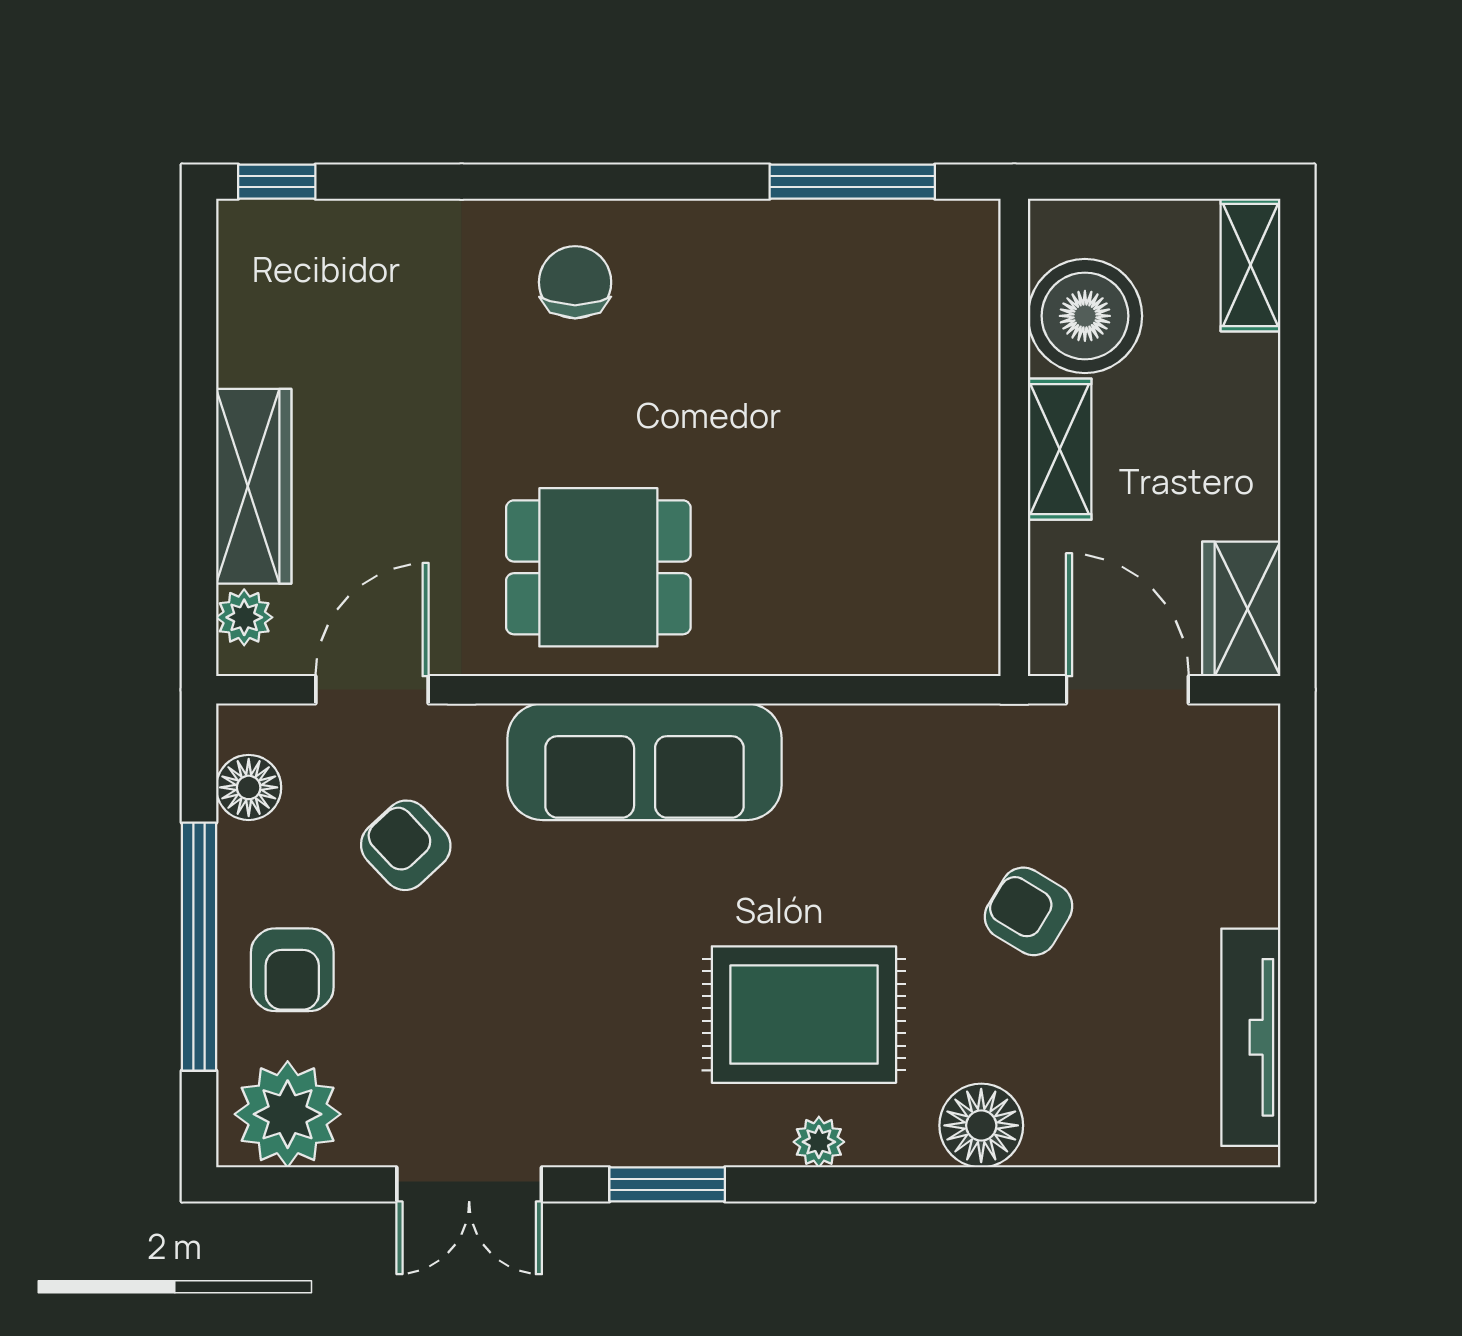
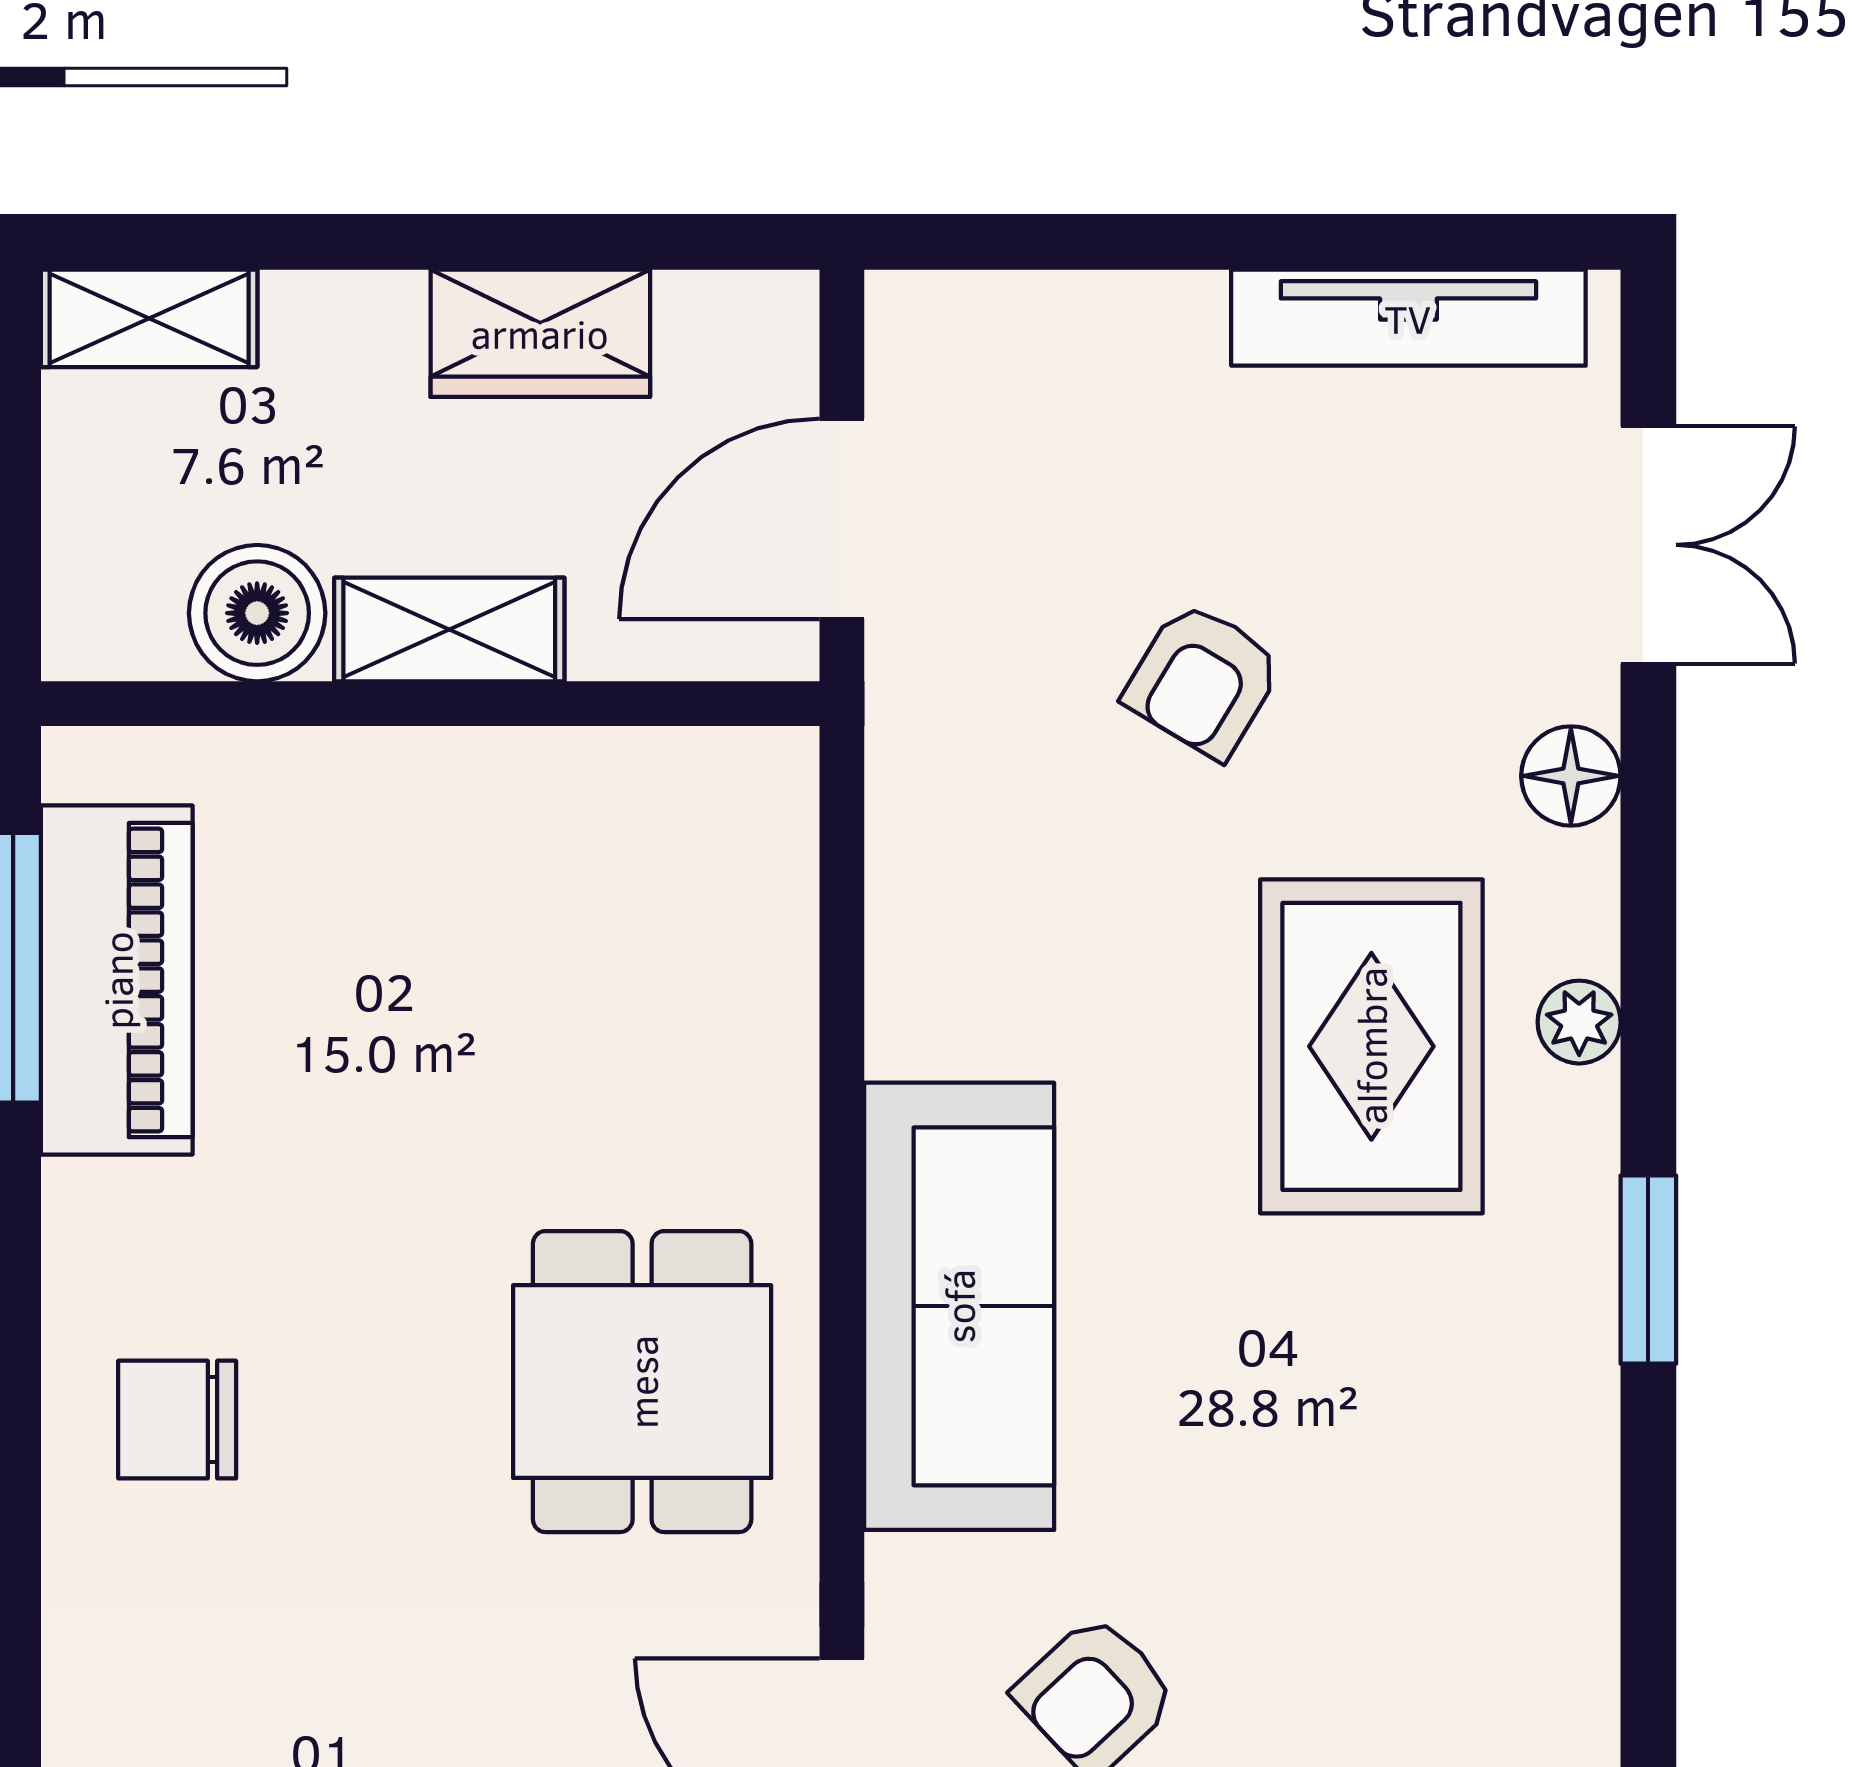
piano: (845, 245) -> (117, 980), added
boiler: (1085, 316) -> (257, 613), width x0.73, depth x0.73
wardrobe: (1241, 609) -> (540, 333), moved
floor lamp: (981, 1125) -> (1571, 776), width x0.73, depth x0.73
double door: (469, 1184) -> (1648, 545), moved

